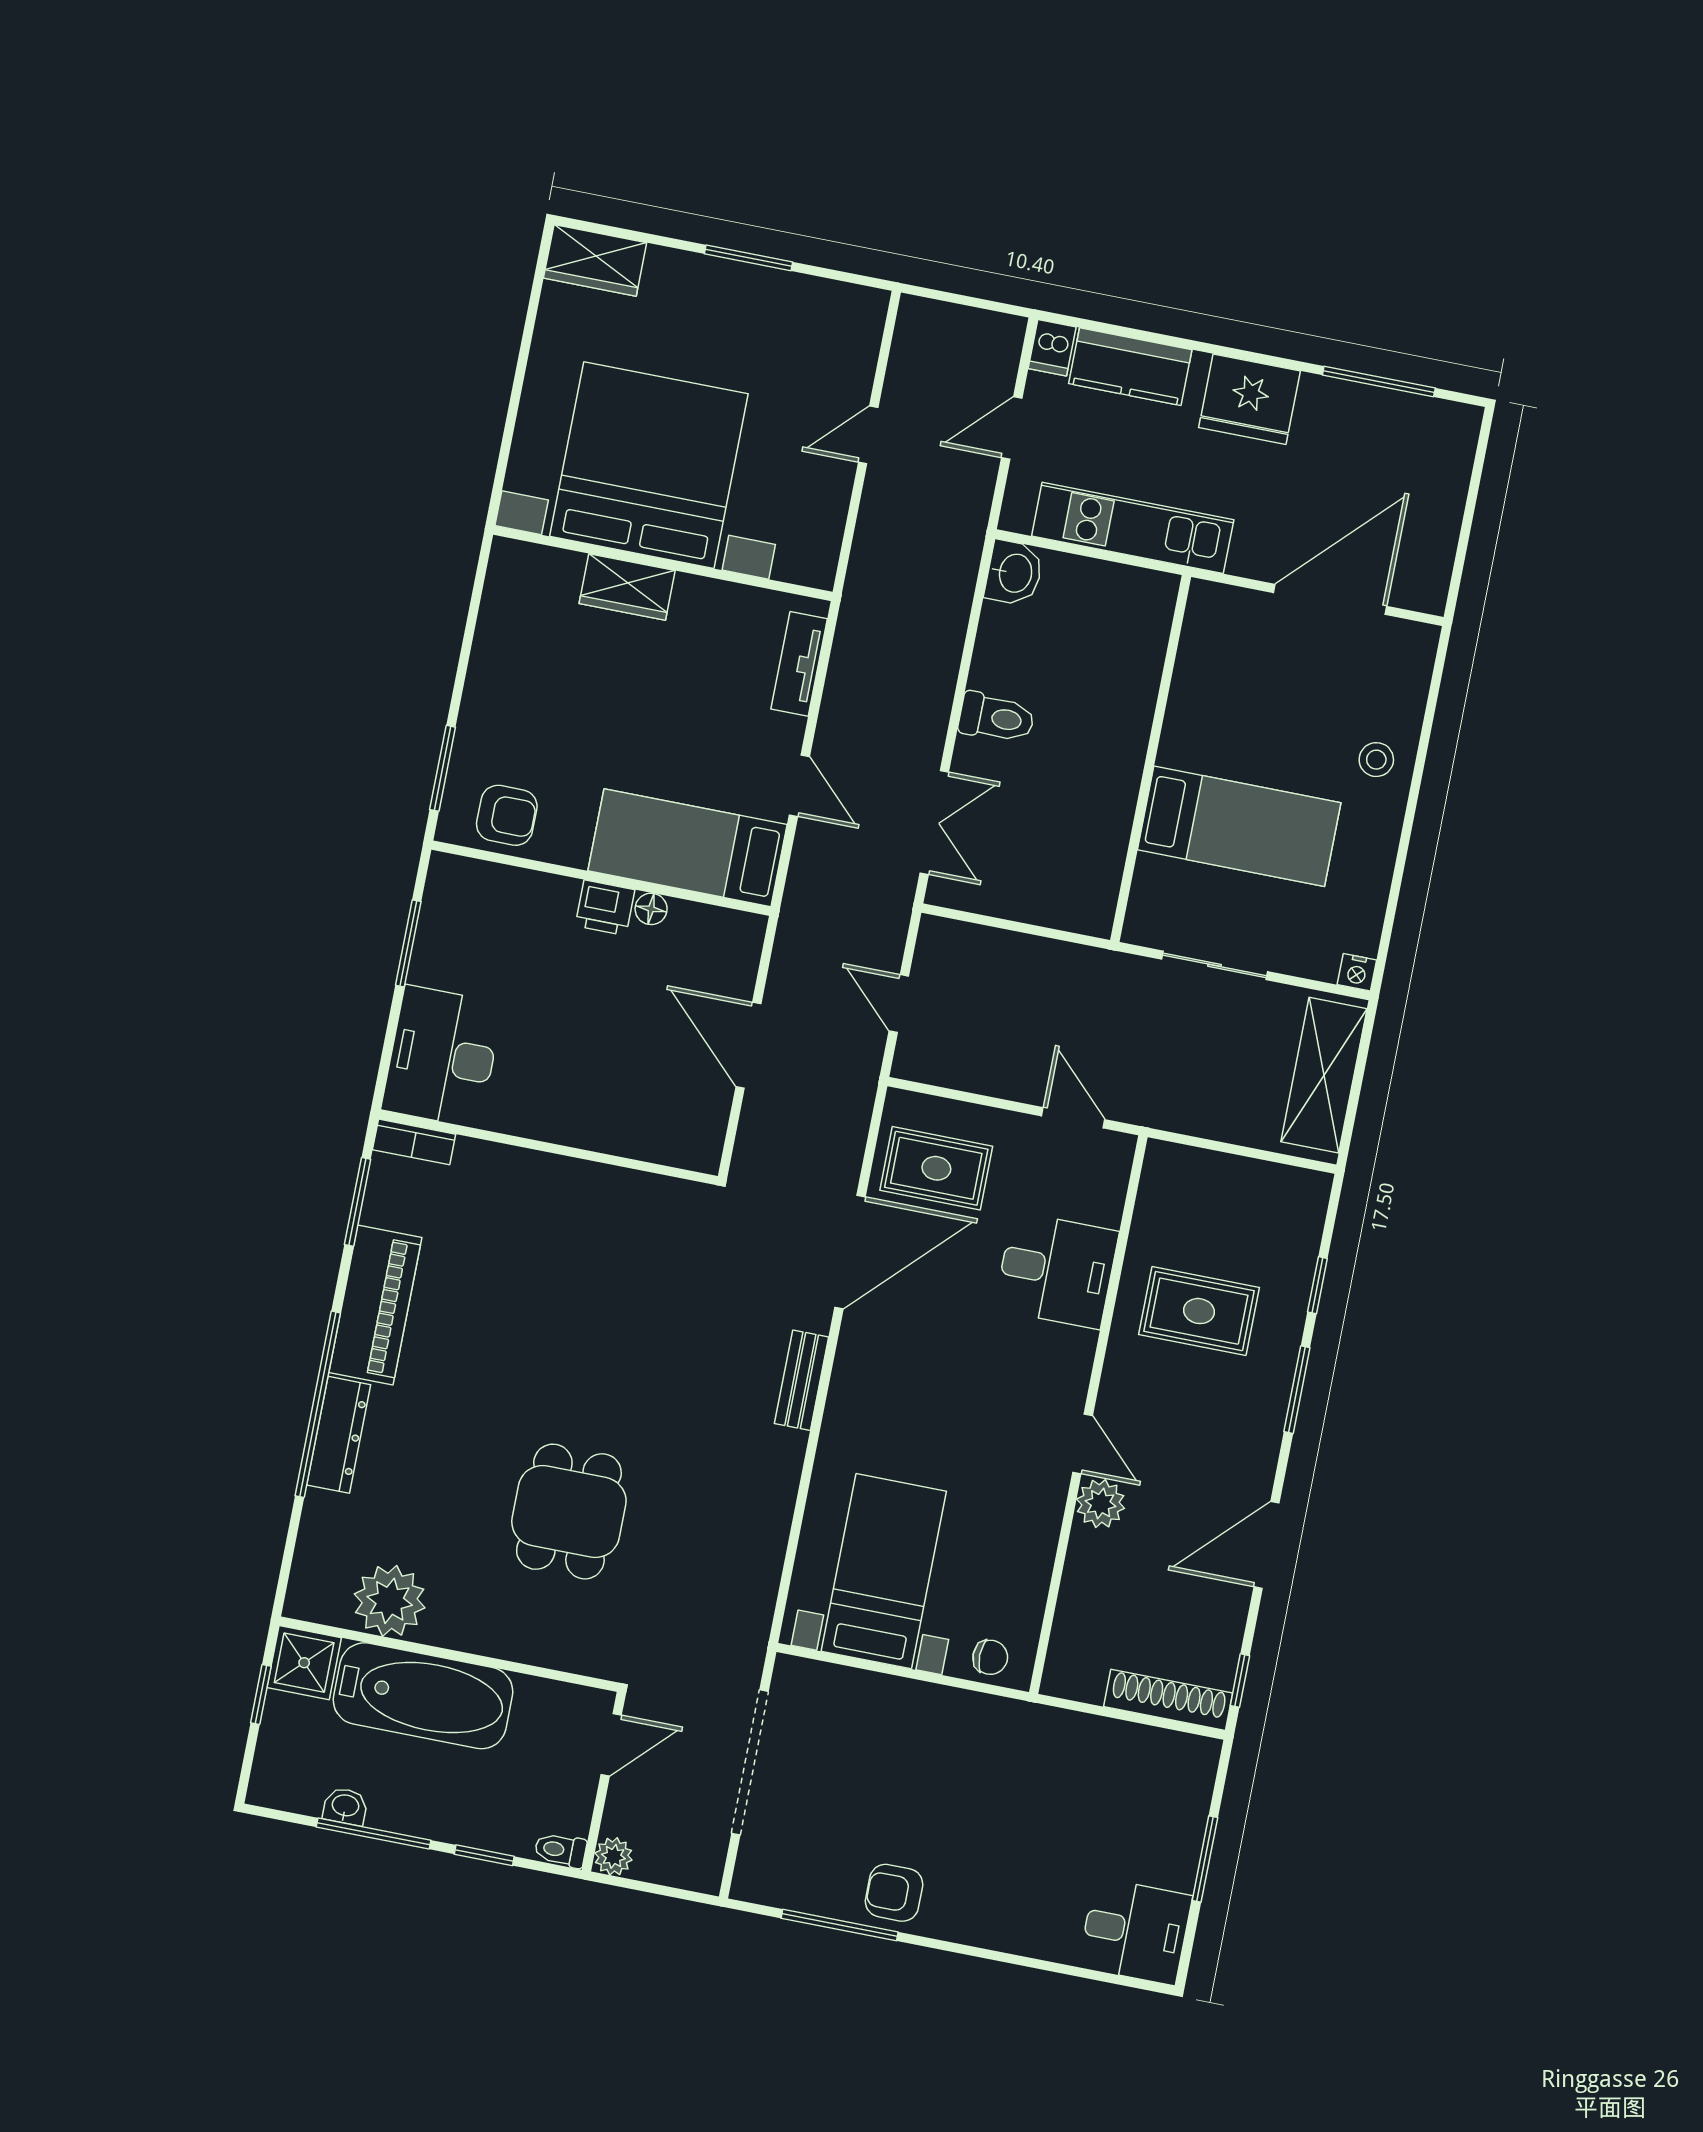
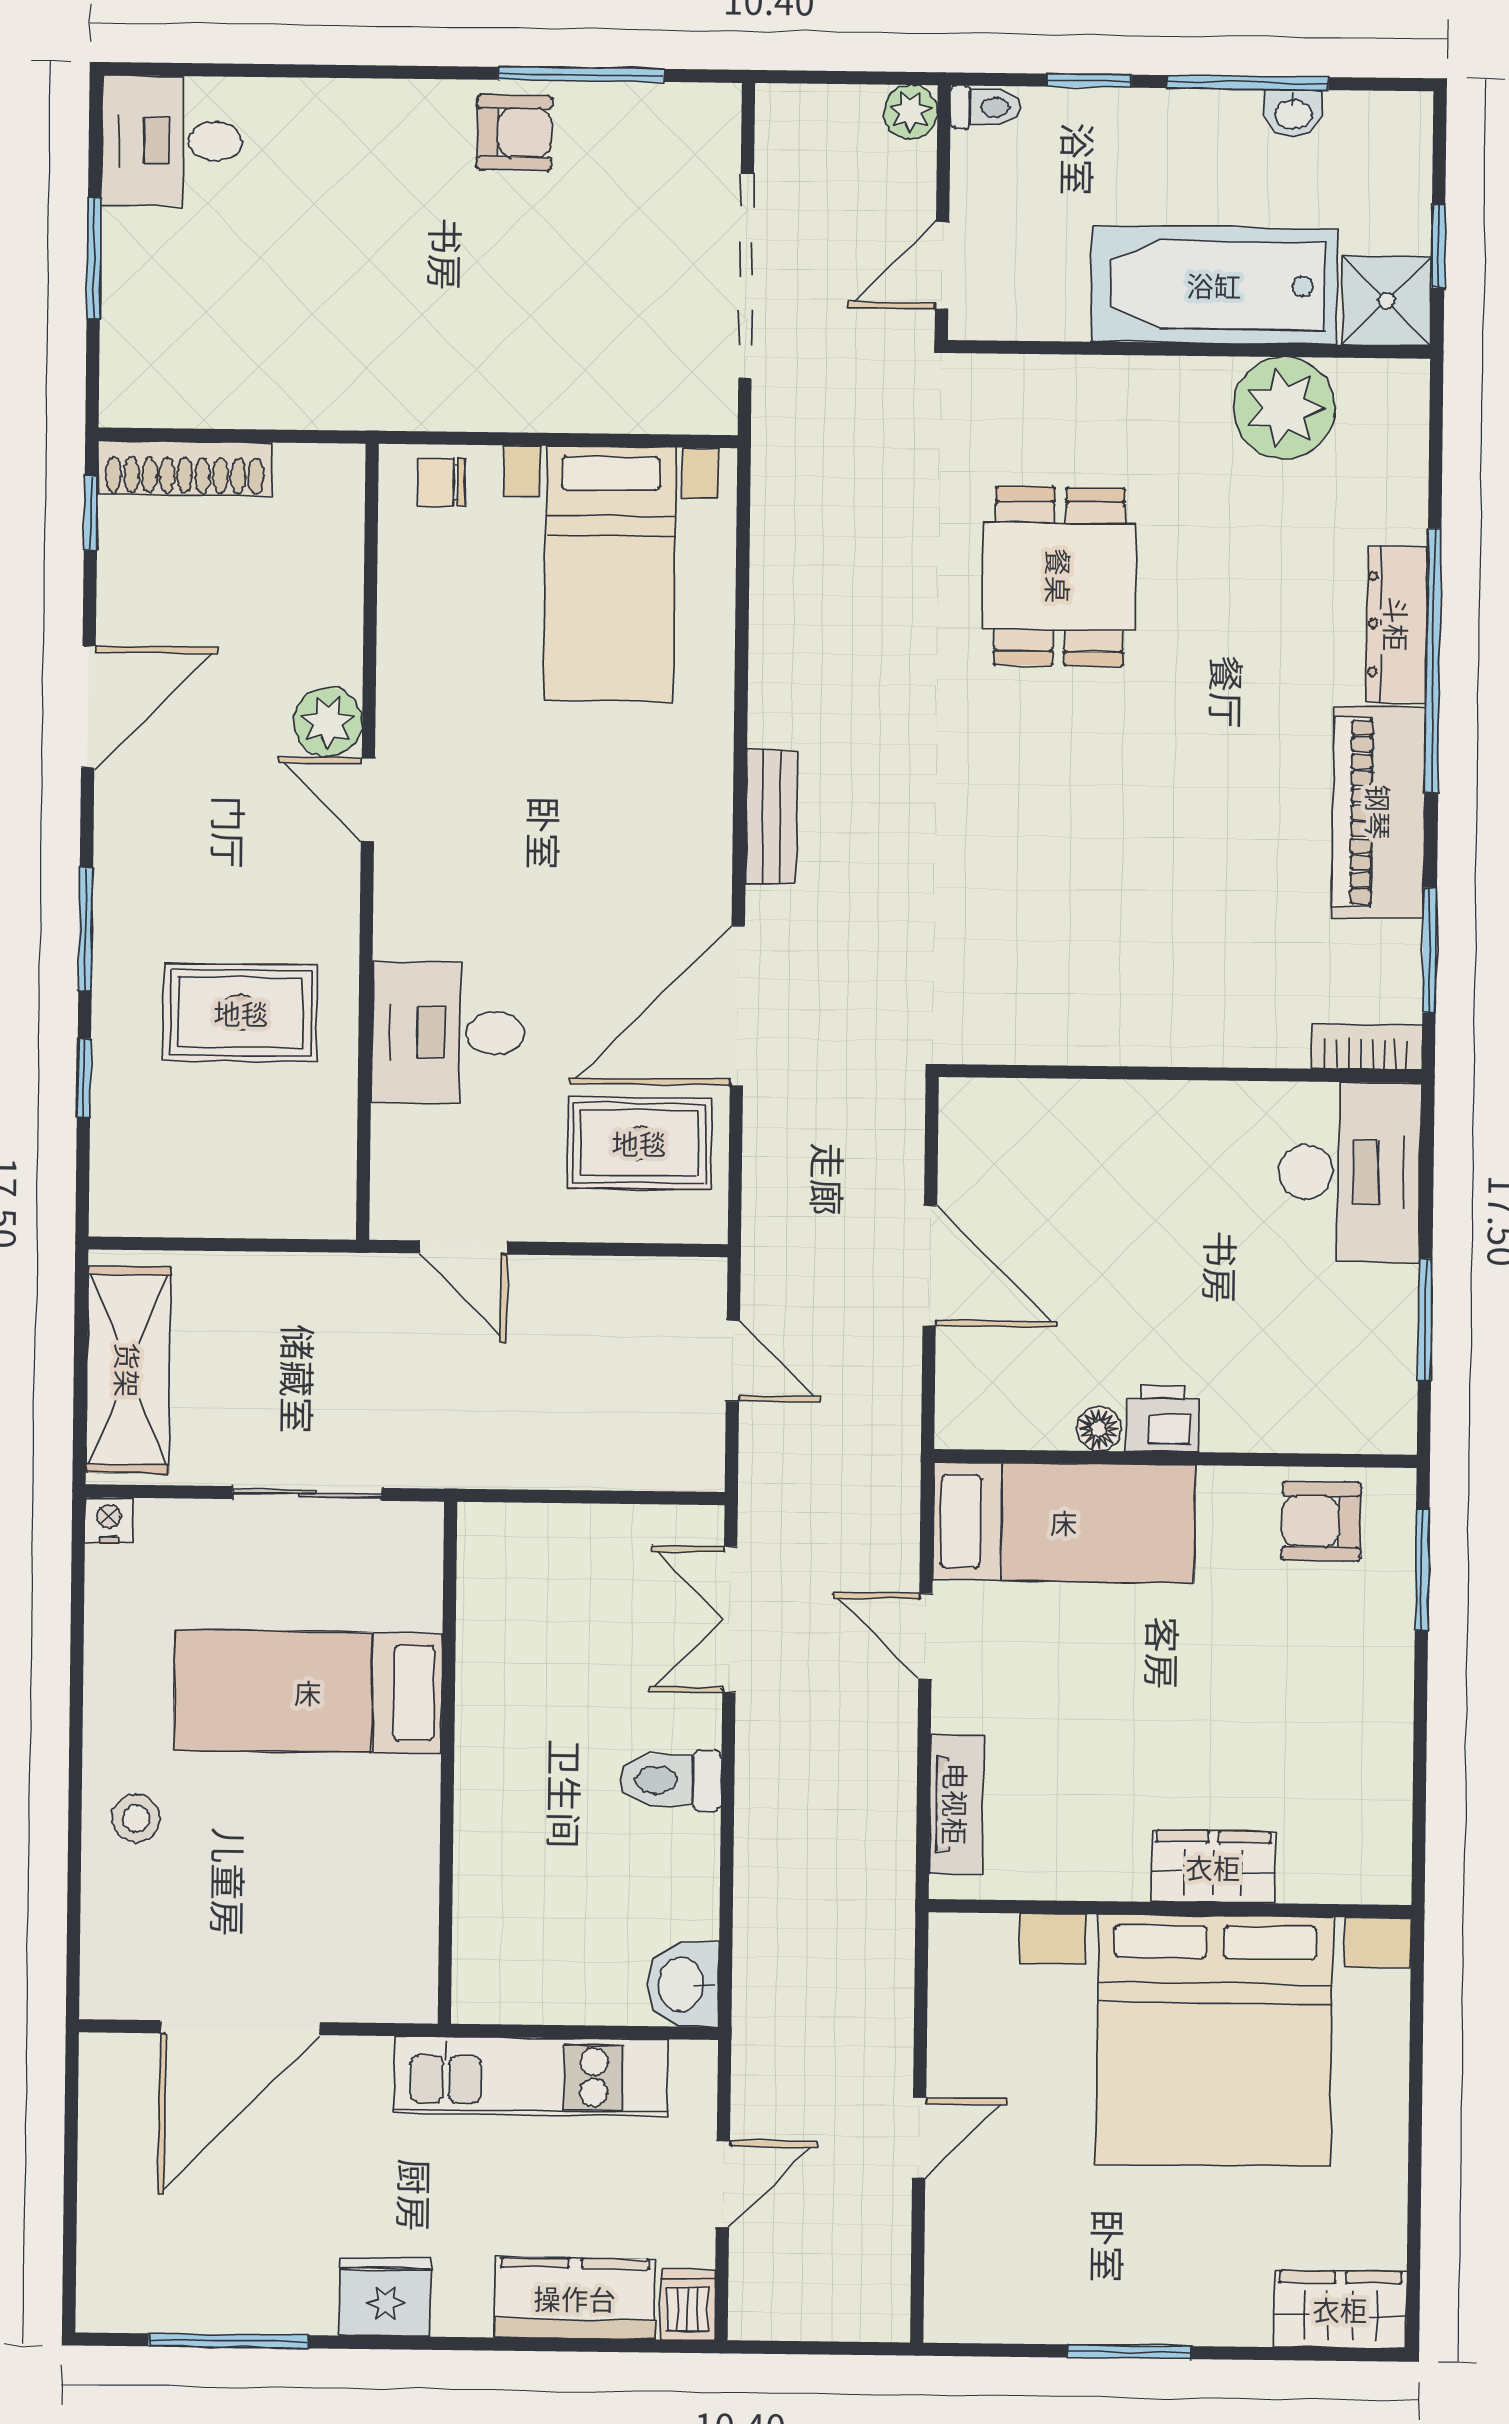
fridge: (1250, 399) -> (385, 2297), width x0.73, depth x0.75

